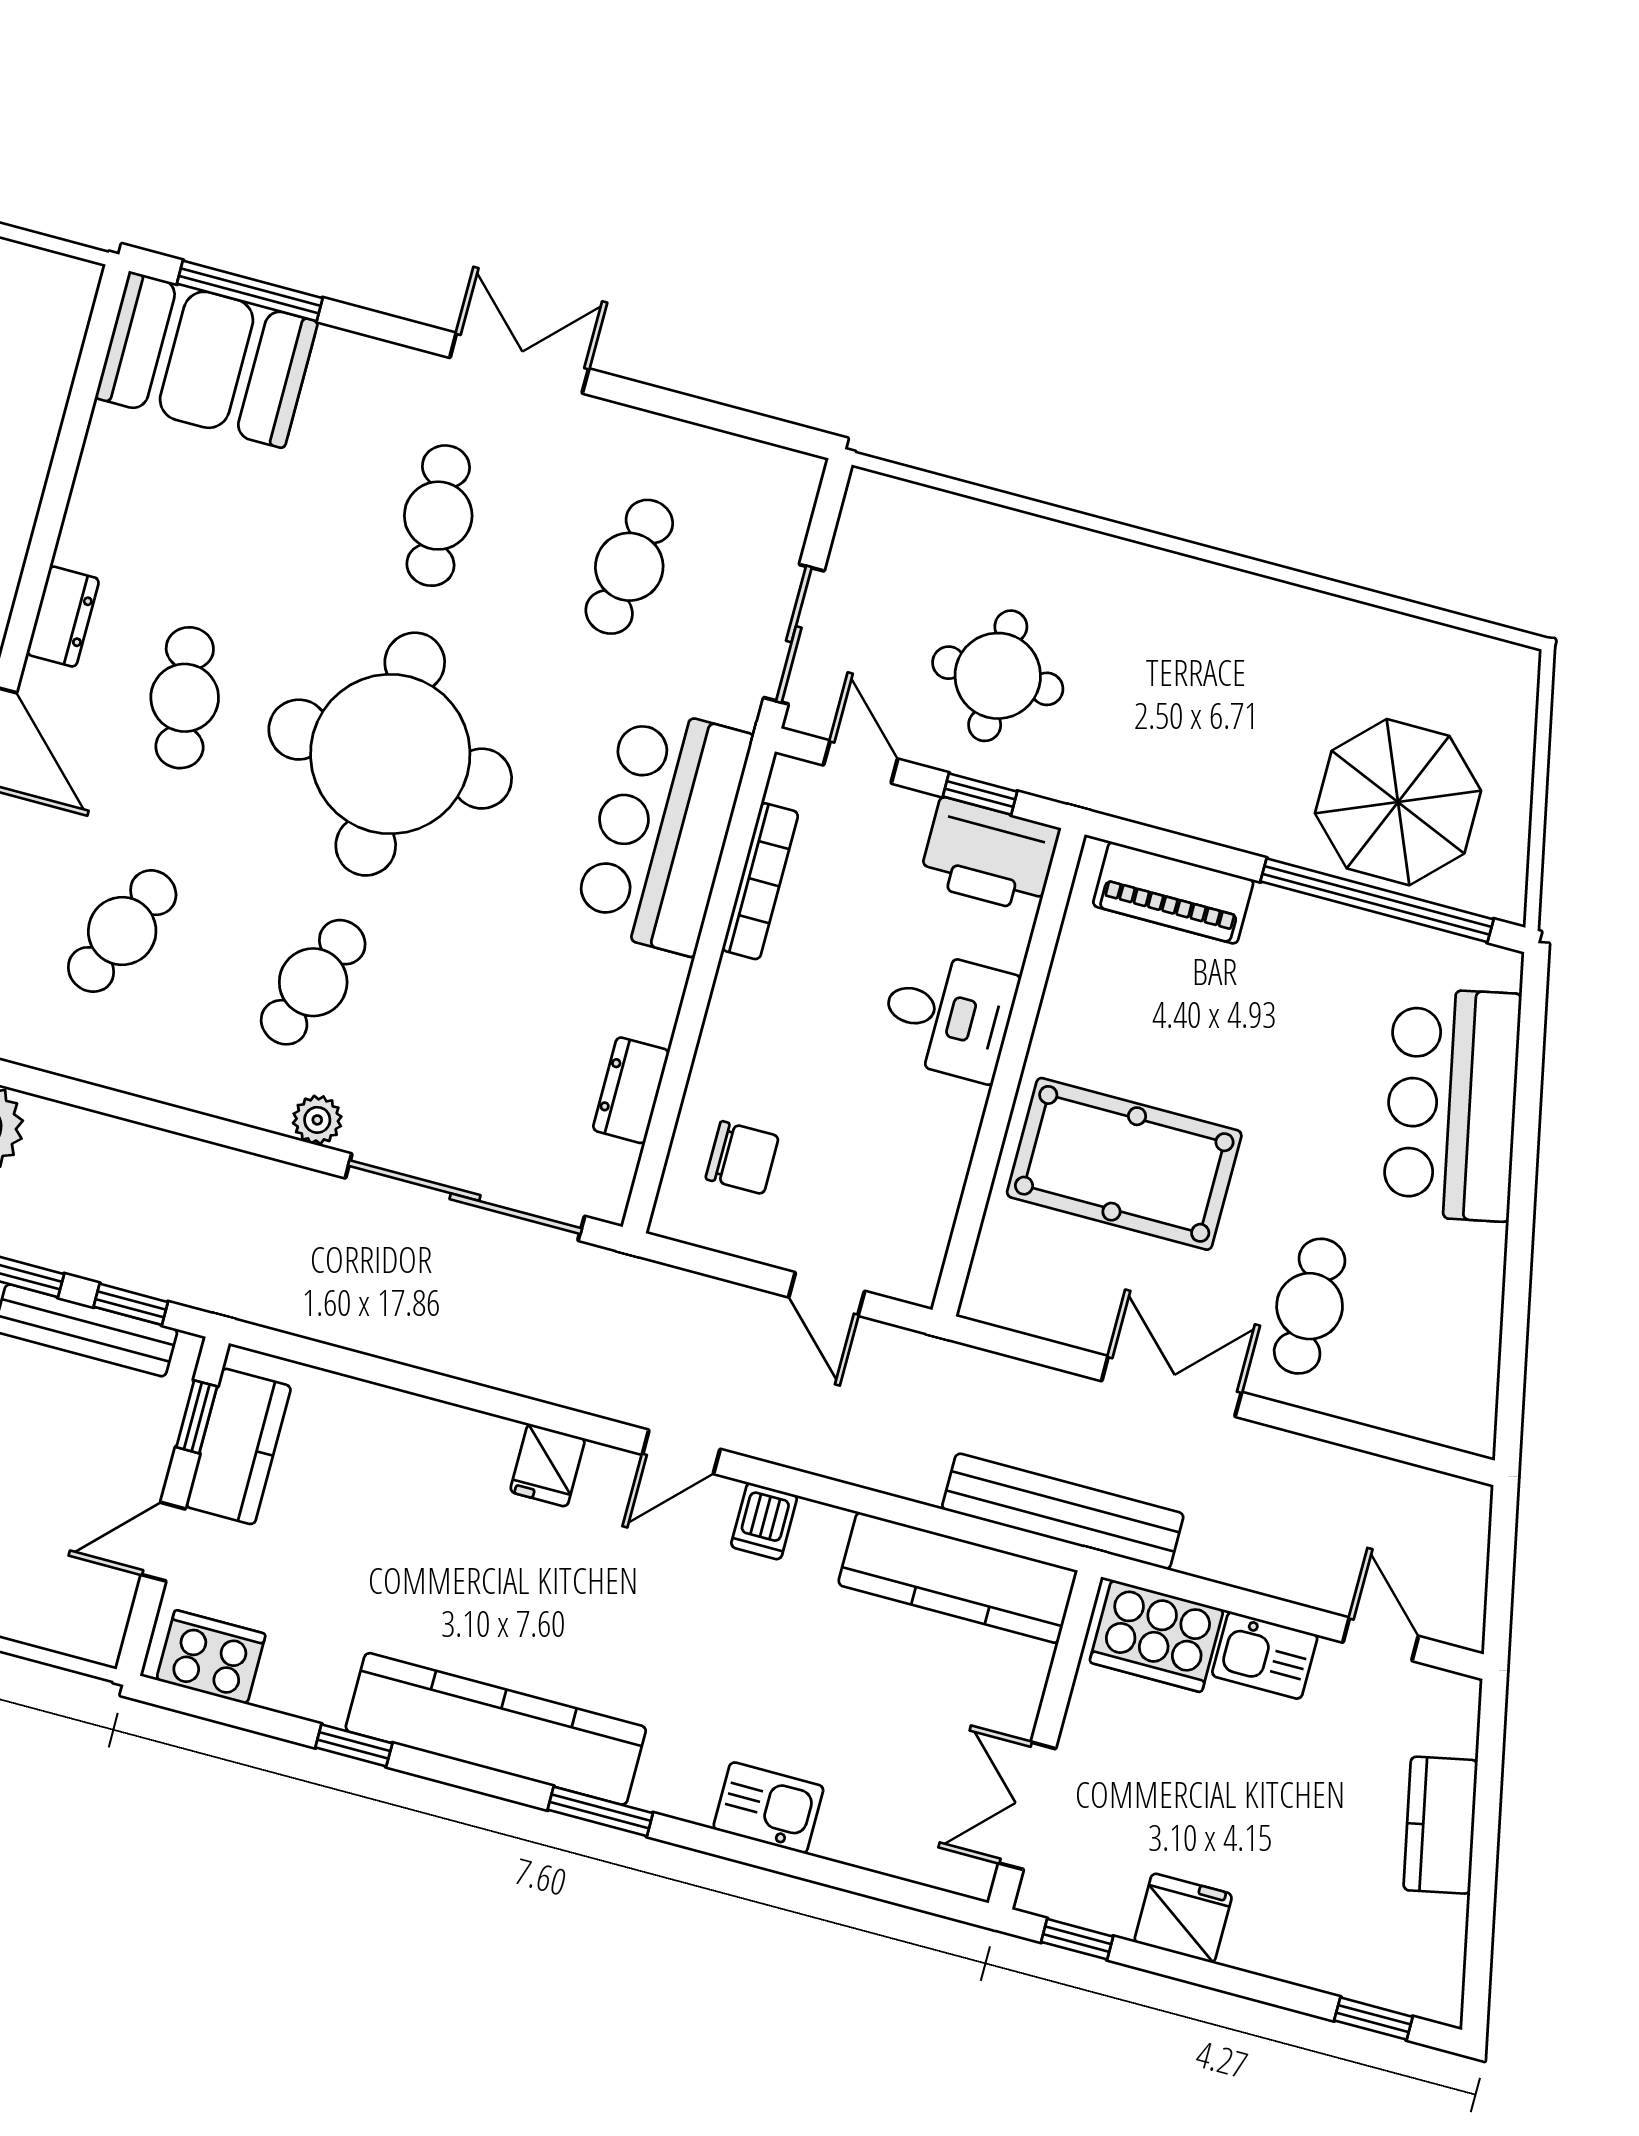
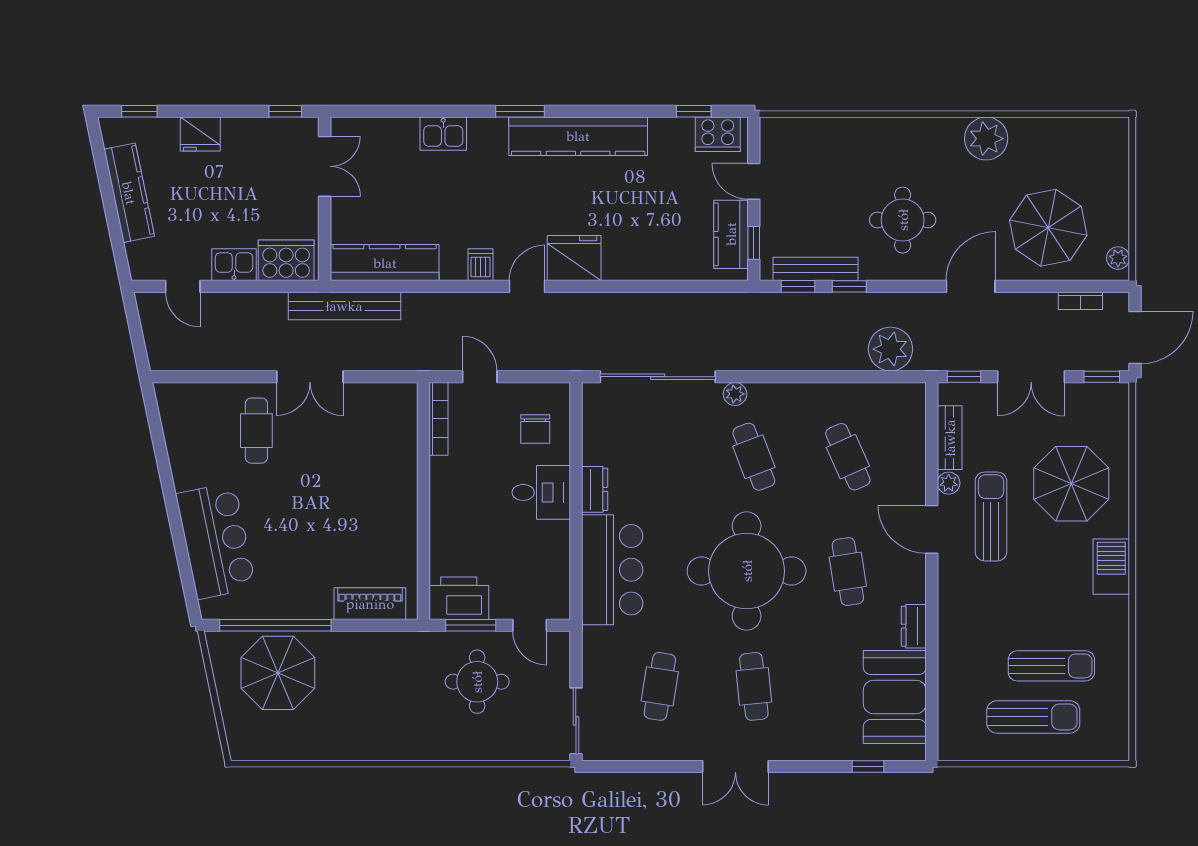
window: (250, 291) -> (868, 766), width x0.46
booth: (206, 360) -> (895, 697), moved, turned 90
dresser: (63, 617) -> (914, 626), moved
sliding door: (794, 634) -> (576, 721), moved
window: (980, 794) -> (471, 625), width x1.50
bookcase: (760, 881) -> (438, 419), moved, turned 180
cafe table: (122, 931) -> (848, 457), turned -48
cafe table: (313, 982) -> (754, 457), turned -42
desk: (948, 1015) -> (541, 492), moved, turned 180
dresser: (631, 1090) -> (595, 489), moved
chair: (742, 1158) -> (535, 429), turned -90
pool table: (1124, 1164) -> (359, 473), removed
fridge: (548, 1465) -> (574, 258), width x1.88, depth x1.34
door: (163, 1542) -> (754, 181), swing flipped
window: (354, 1745) -> (694, 111), moved
kitchen counter: (1441, 1825) -> (129, 193), width x1.50
fridge: (1183, 1918) -> (200, 134), moved

